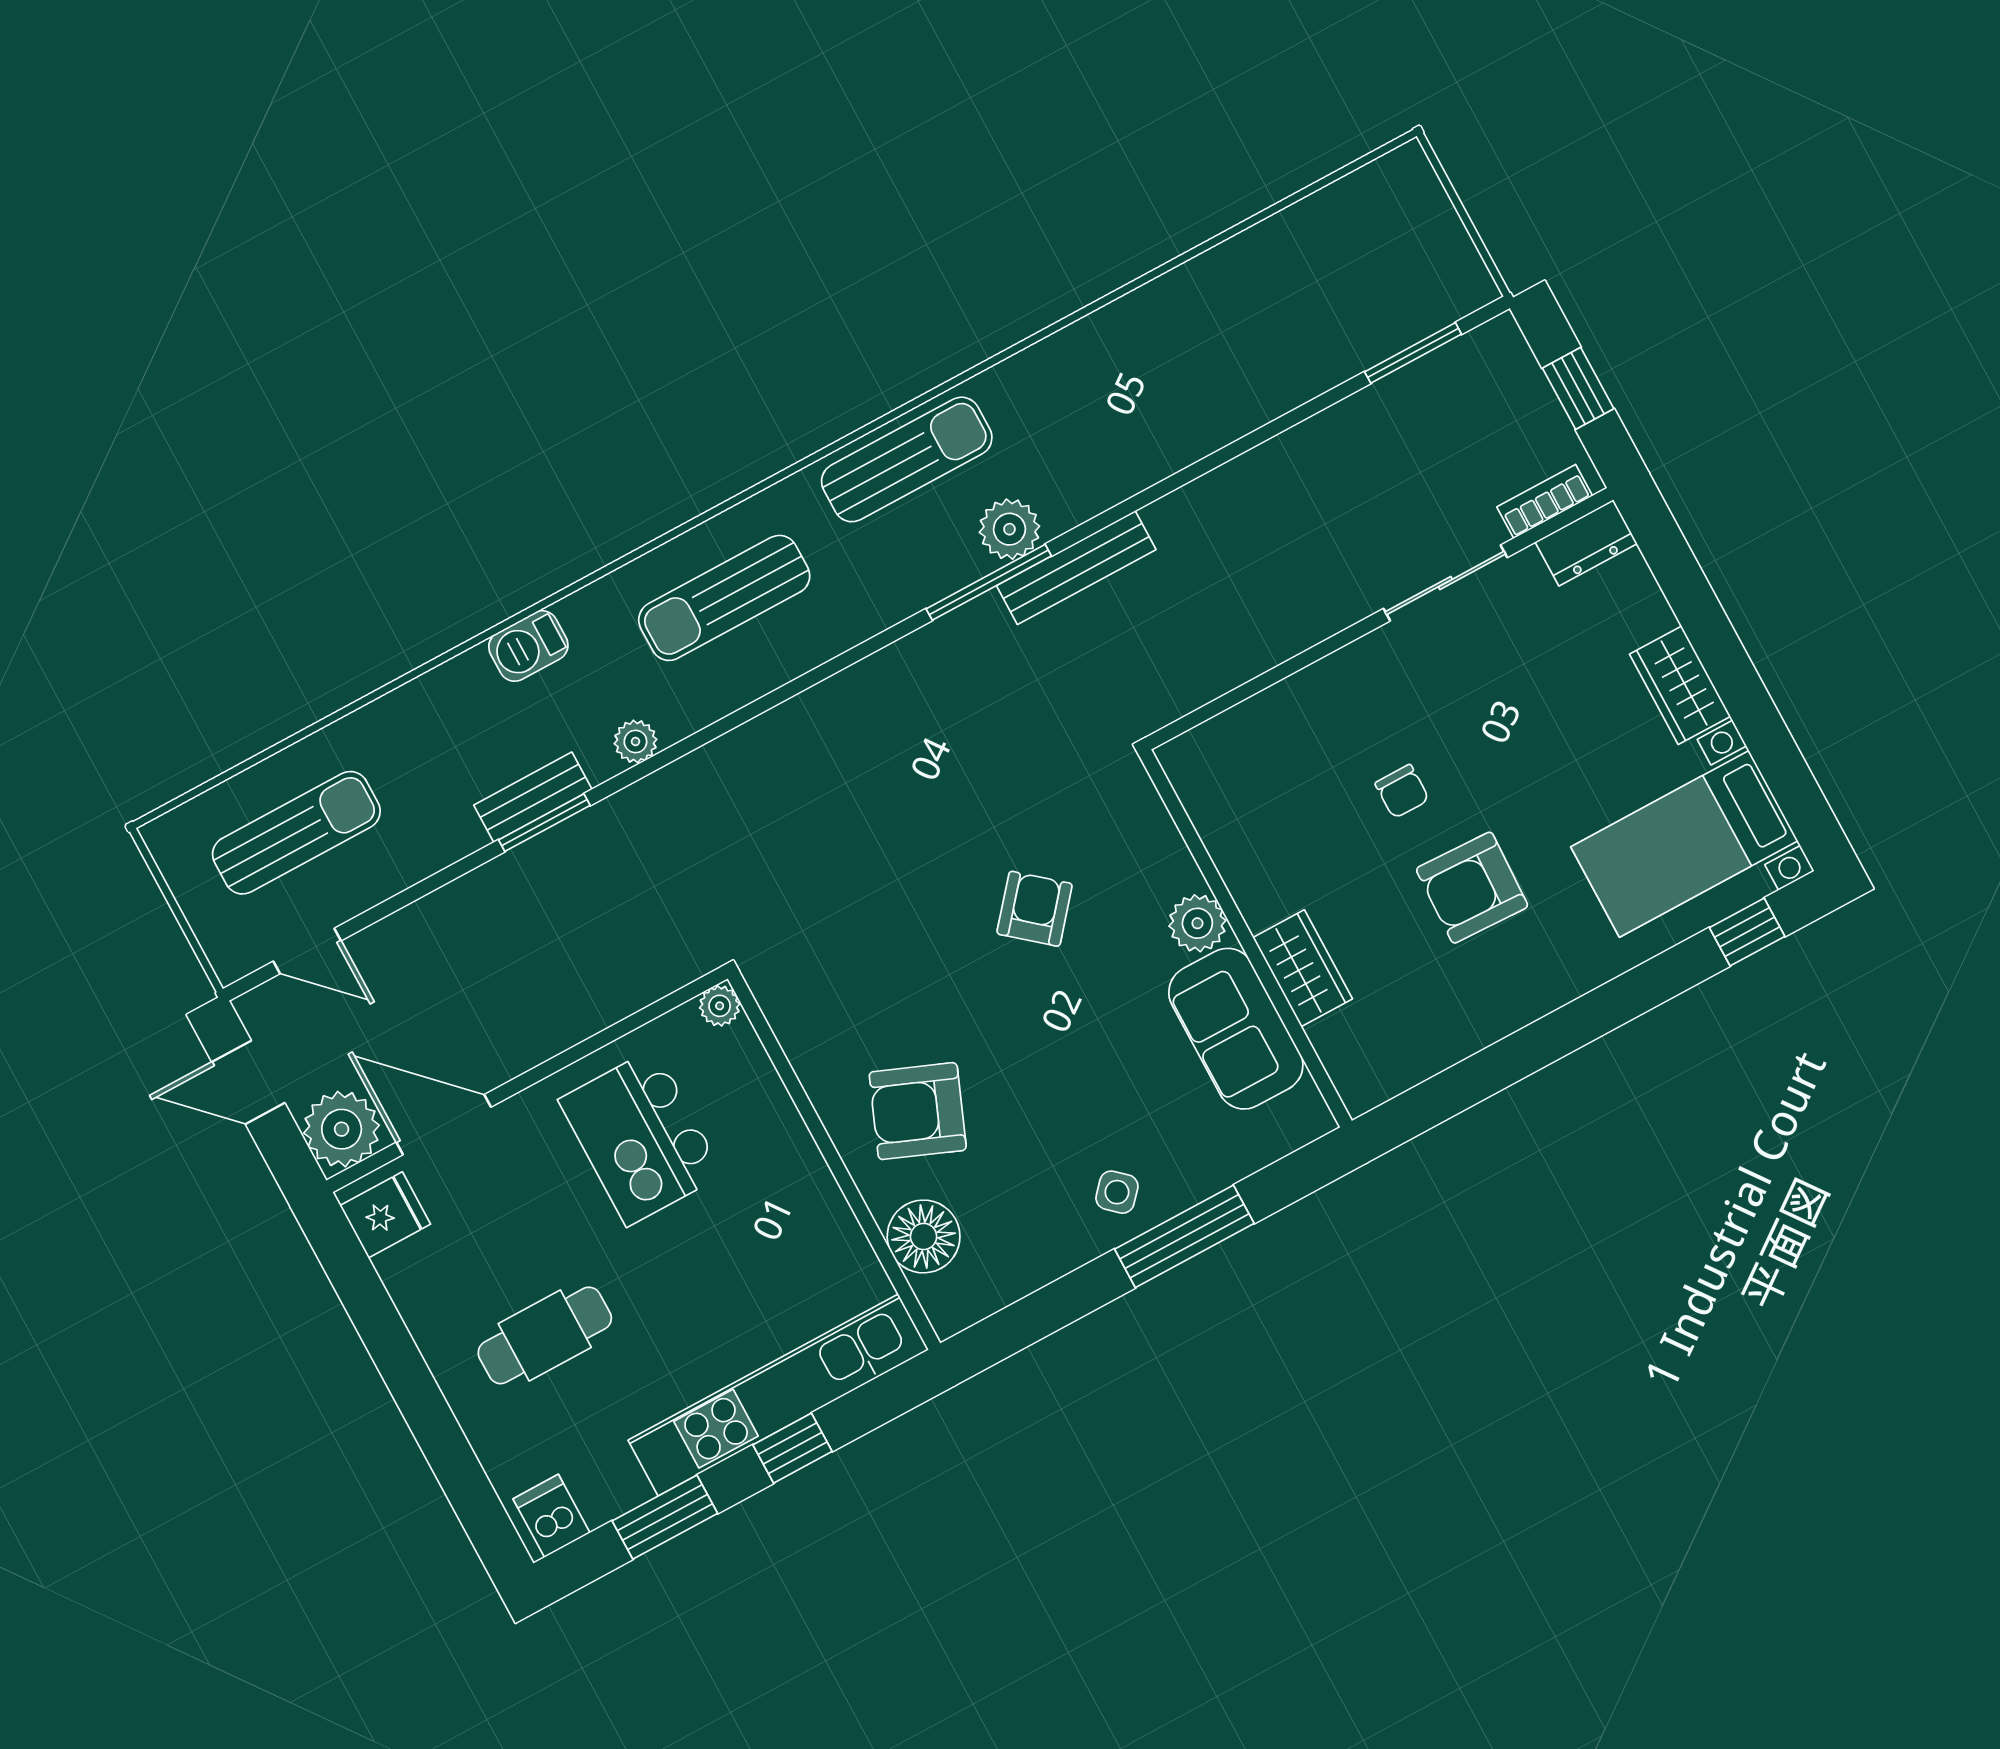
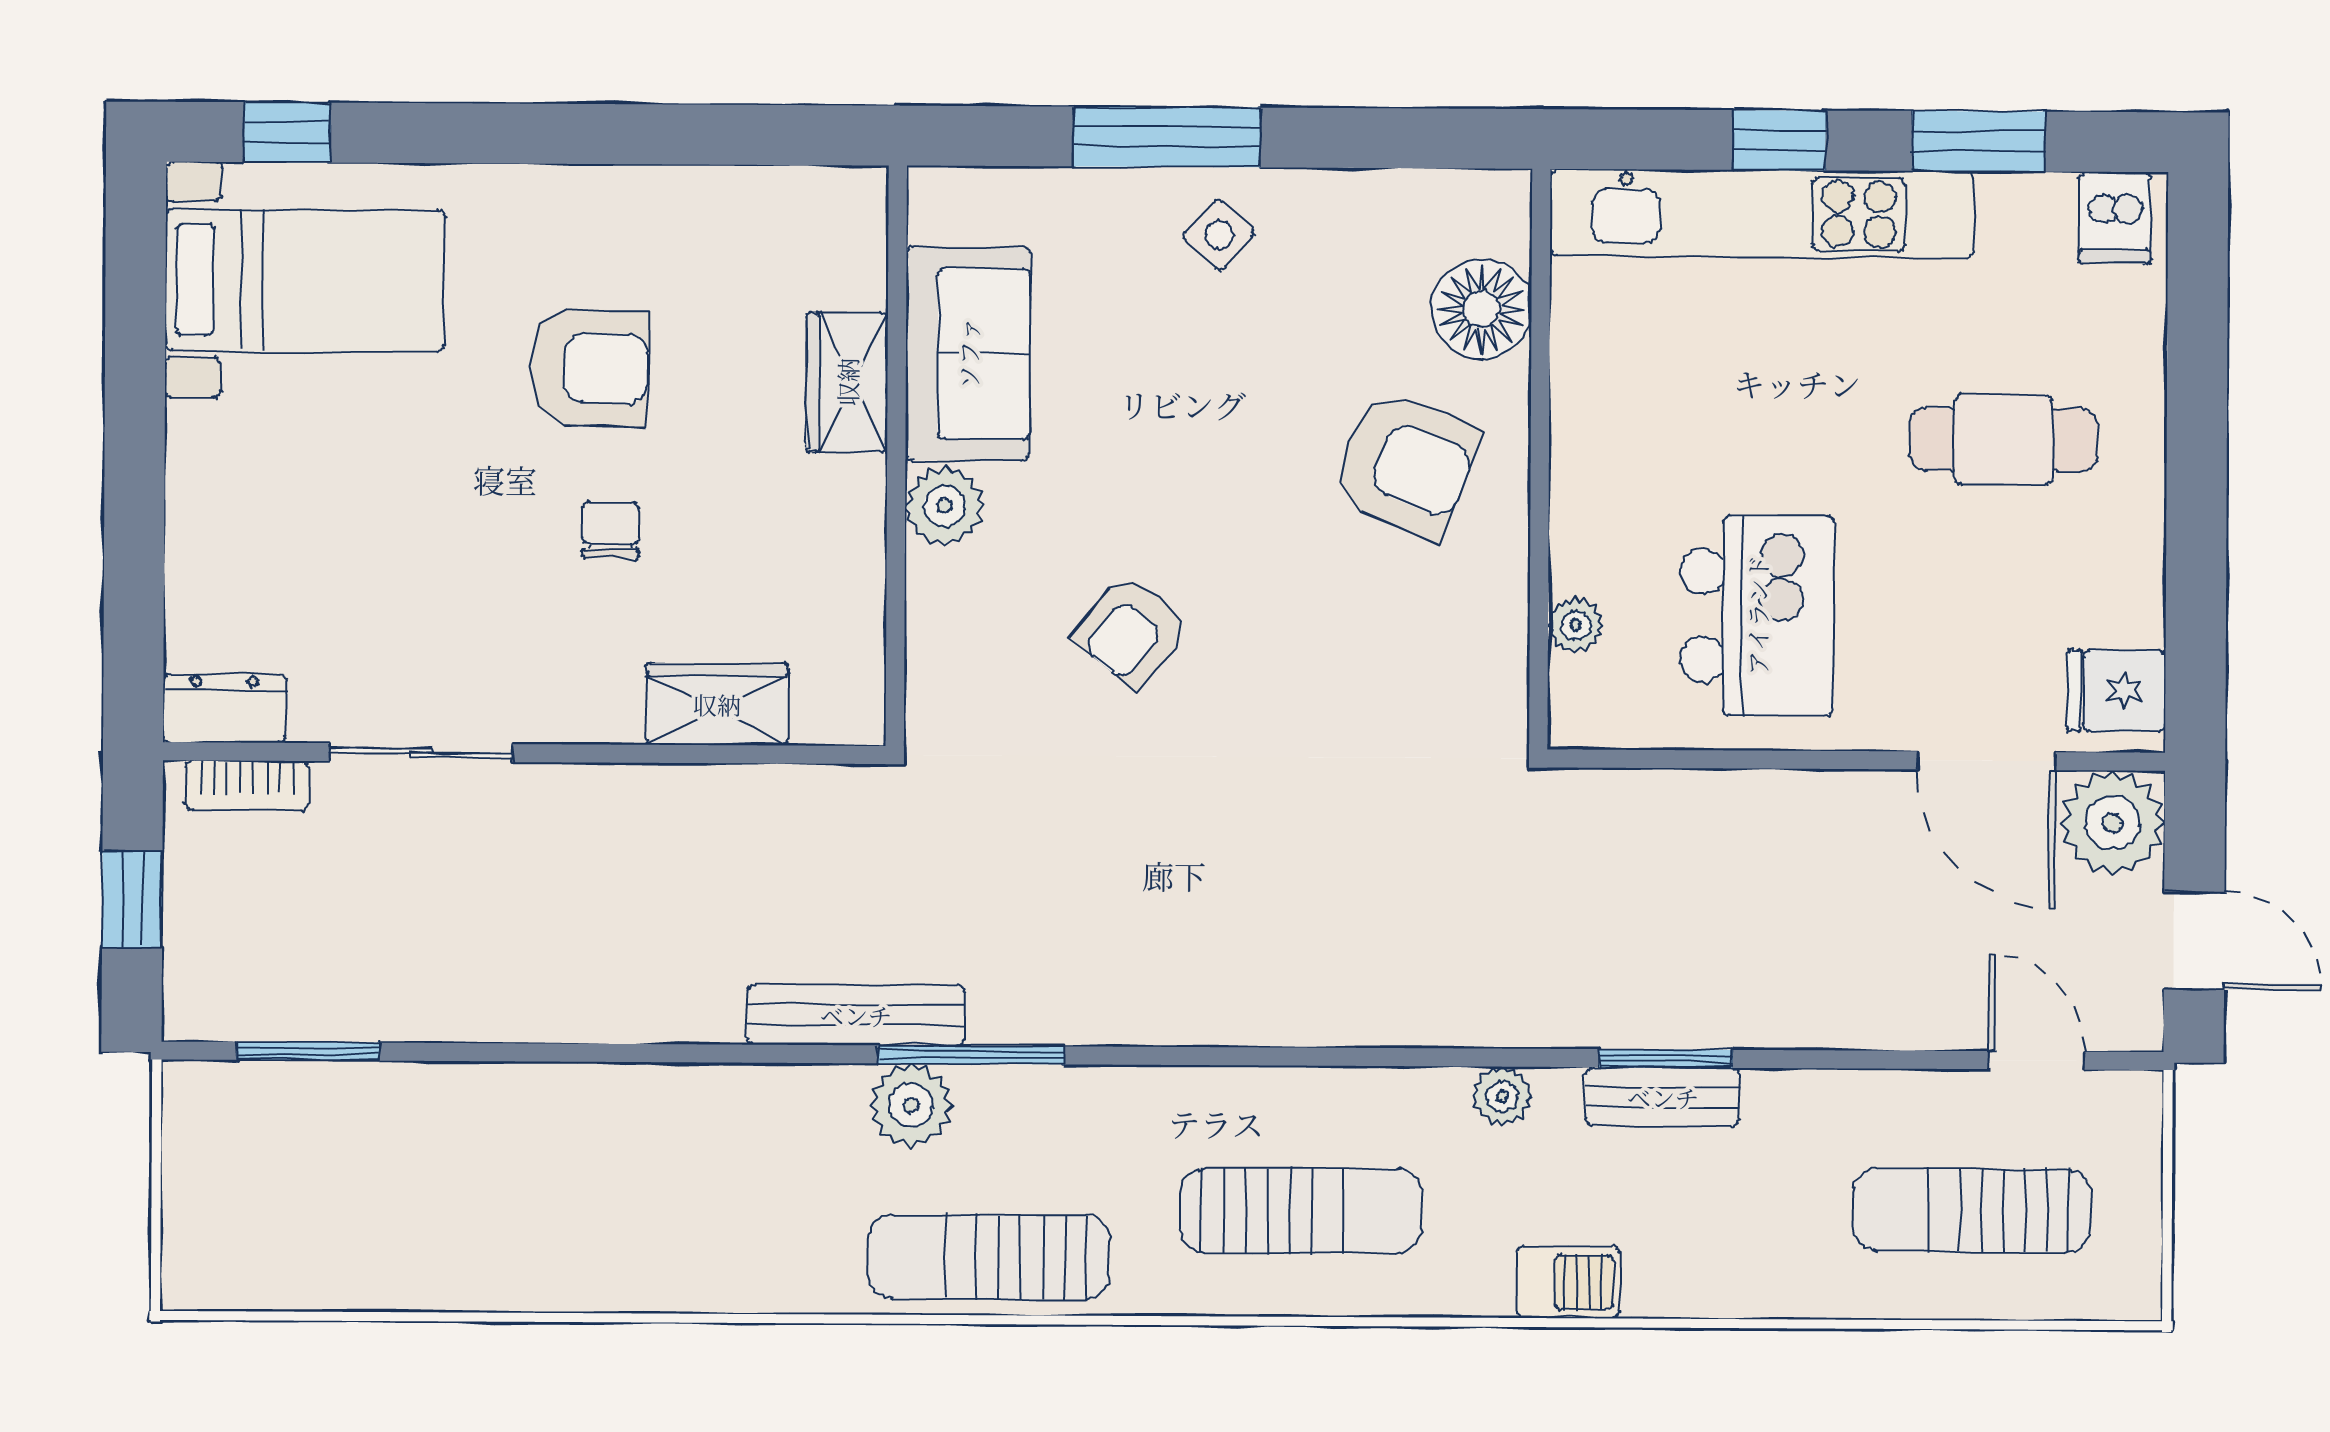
wardrobe: (1680, 685) -> (717, 704), moved, turned -90
plant: (720, 1006) -> (1576, 625), moved

